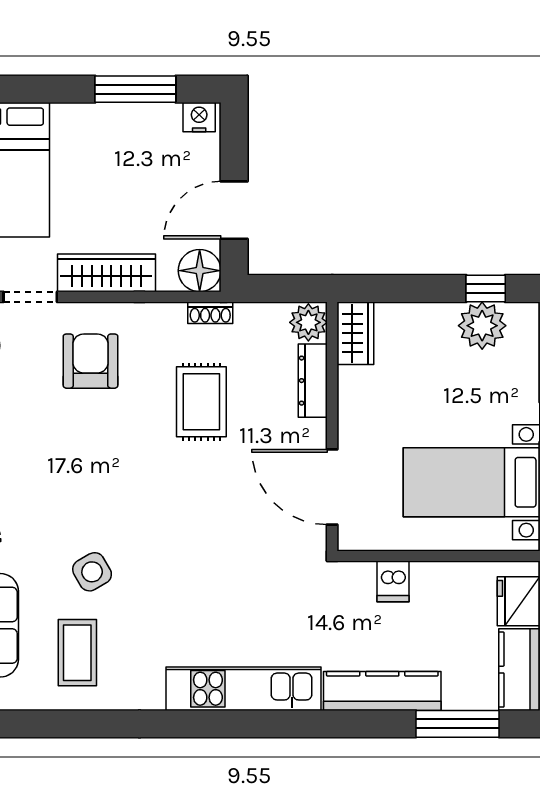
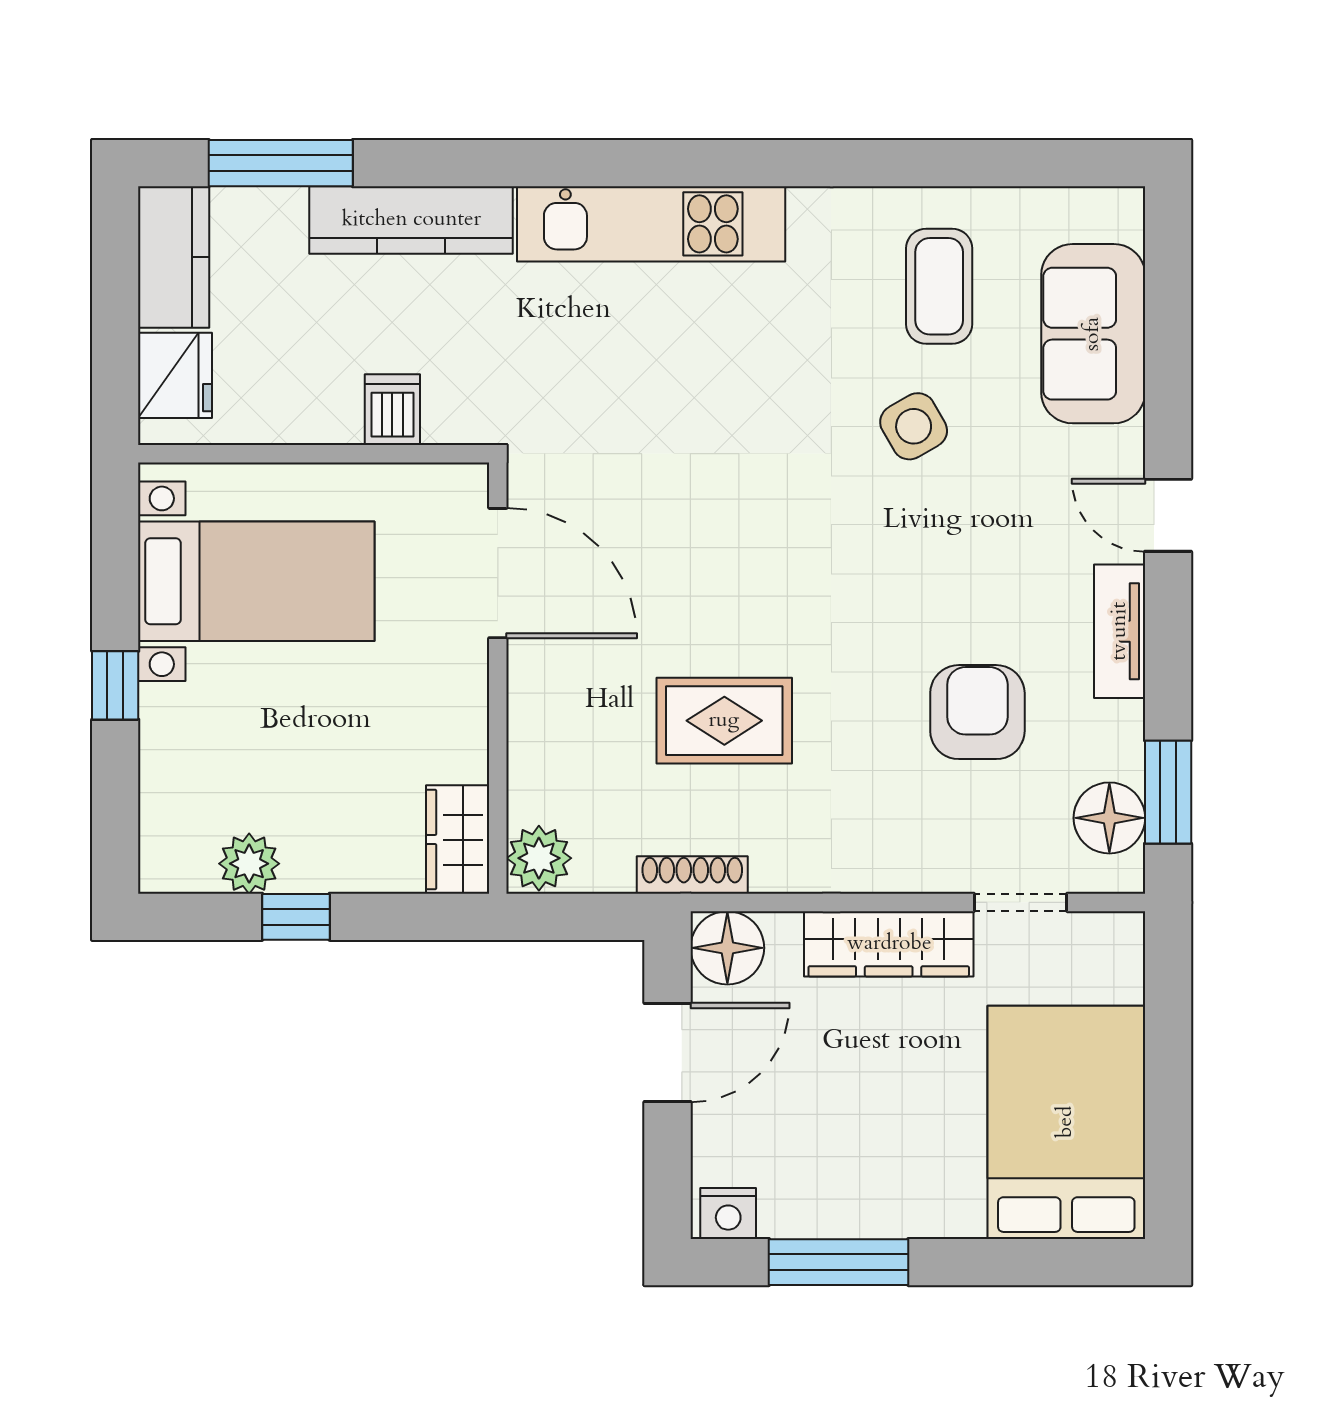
window: (486, 288) -> (296, 917), moved
shoe rack: (210, 313) -> (692, 875), width x1.43
plant: (482, 326) -> (249, 864), width x0.73, depth x0.73
armchair: (91, 361) -> (977, 712), moved, turned 180
dresser: (313, 381) -> (531, 757), removed
rug: (201, 402) -> (724, 721), turned 90

